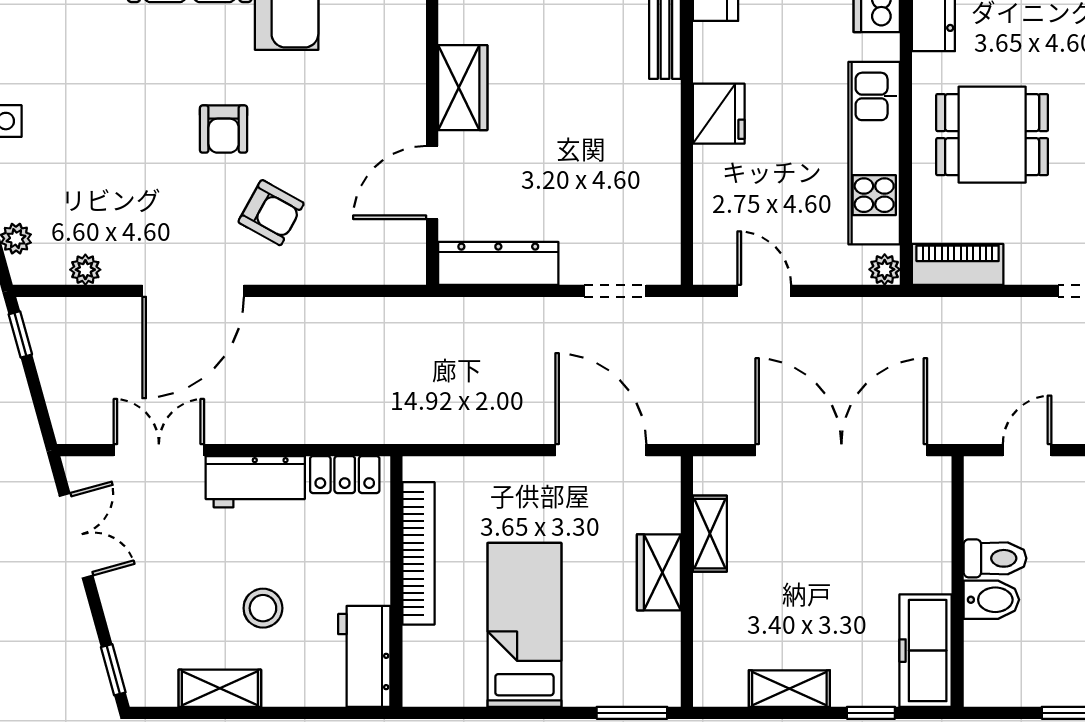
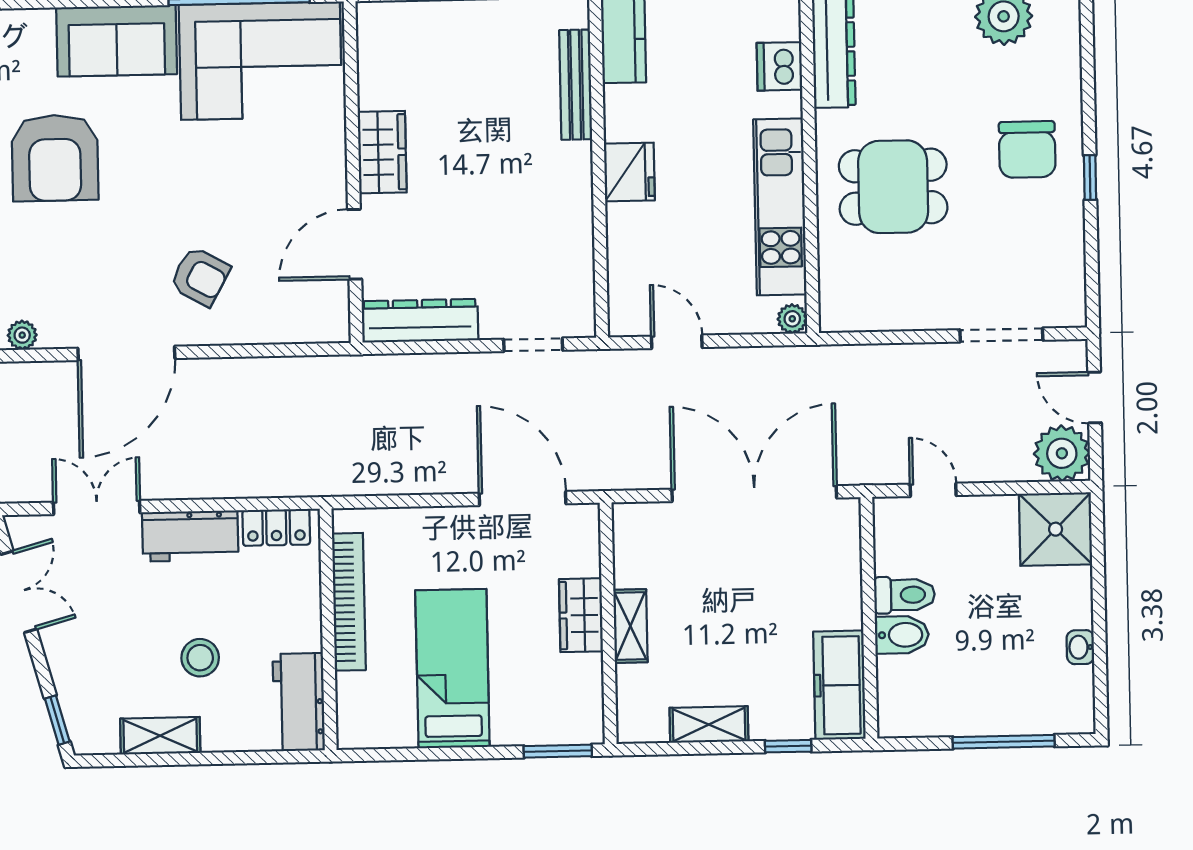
armchair: (224, 129) -> (55, 158), moved, width x1.88, depth x1.88
piano: (958, 264) -> (862, 312), removed
door: (1027, 450) -> (933, 490), hinge flipped
shelving: (710, 534) -> (630, 626), moved

